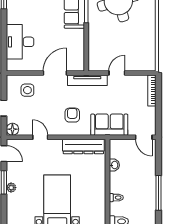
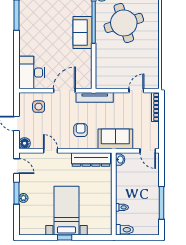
desk: (20, 42) -> (32, 73), moved
door: (117, 73) -> (136, 91), moved
washbasin: (114, 165) -> (120, 160), moved

